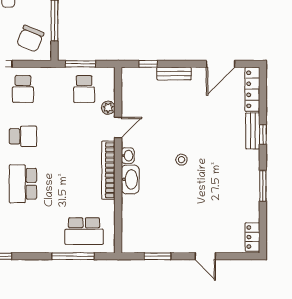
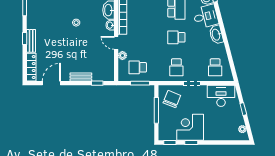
school desk: (23, 89) -> (176, 67), turned 180
school desk: (84, 89) -> (138, 67), turned -90
door: (118, 128) -> (116, 43), hinge flipped

